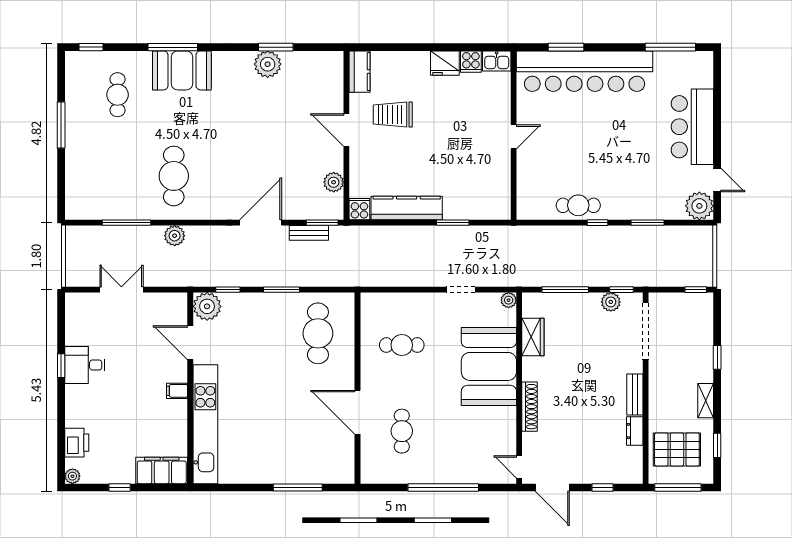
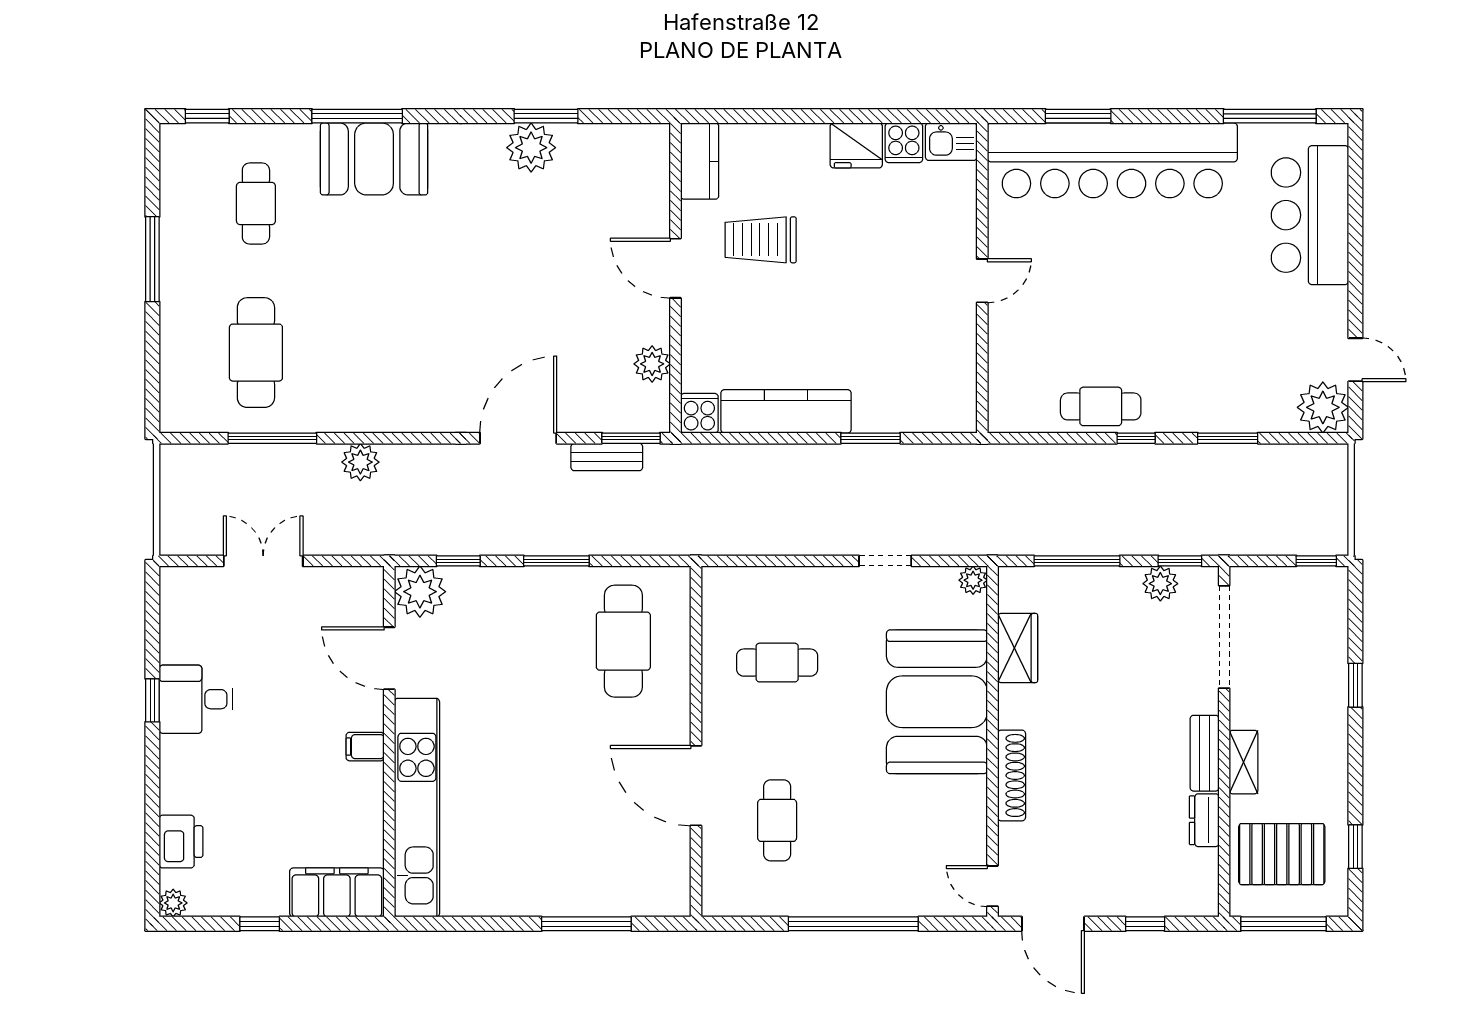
bar counter: (692, 127) -> (1310, 215), moved
cafe table: (174, 176) -> (256, 353), moved
shelving: (706, 401) -> (1244, 762), moved

